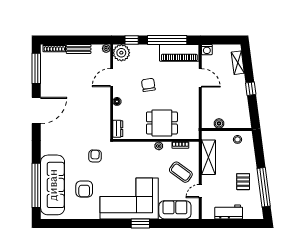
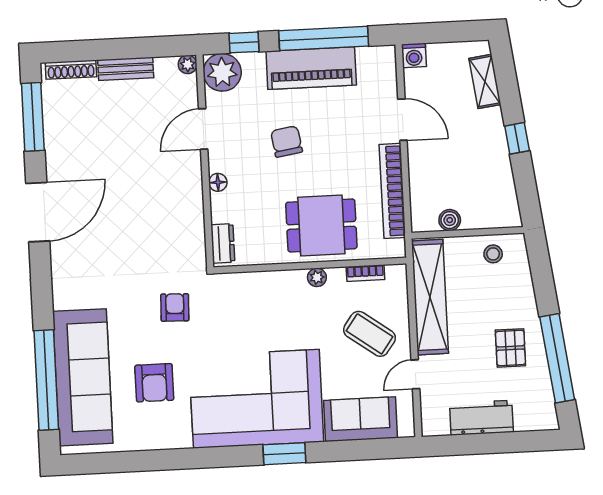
piano: (179, 53) -> (311, 68), moved
bookcase: (194, 109) -> (392, 191), added
shelving: (209, 157) -> (430, 297), width x1.47

